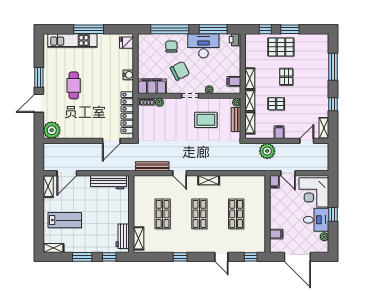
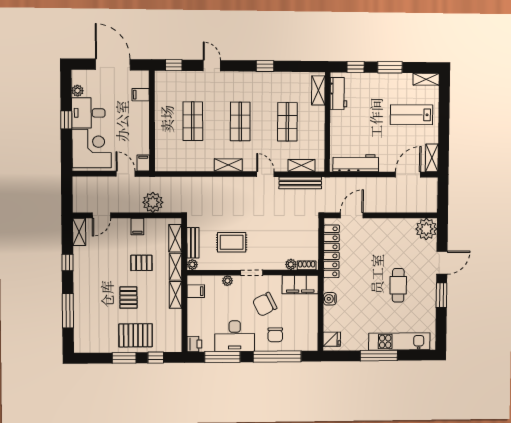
shelving: (151, 180) -> (302, 165), added

